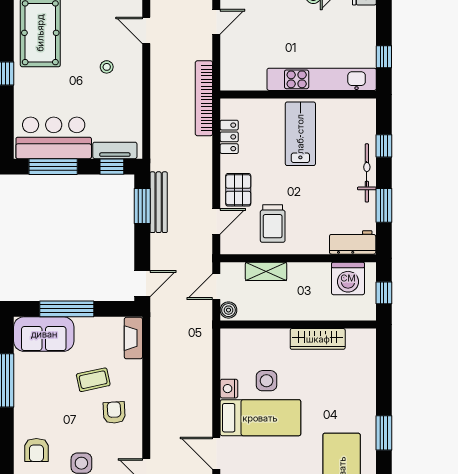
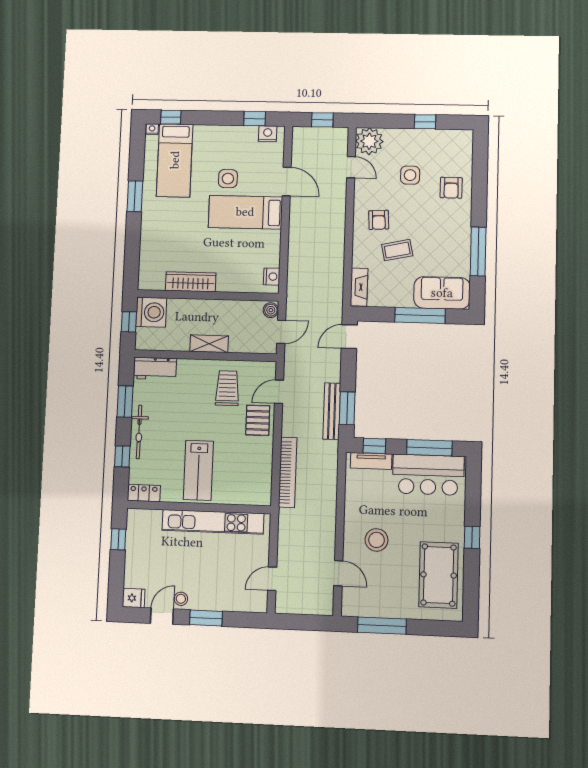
stool: (107, 67) -> (377, 540), width x1.89, depth x1.89
kitchen unit: (322, 79) -> (213, 522), moved
bookcase: (204, 98) -> (288, 472), moved
locker: (229, 137) -> (144, 493), moved, turned 90
shelving: (266, 271) -> (209, 344), moved
washing machine: (348, 278) -> (151, 312), moved, turned 90
side table: (267, 381) -> (228, 179), moved
nightstand: (229, 389) -> (272, 277), moved
armchair: (36, 450) -> (451, 188), turned 180

